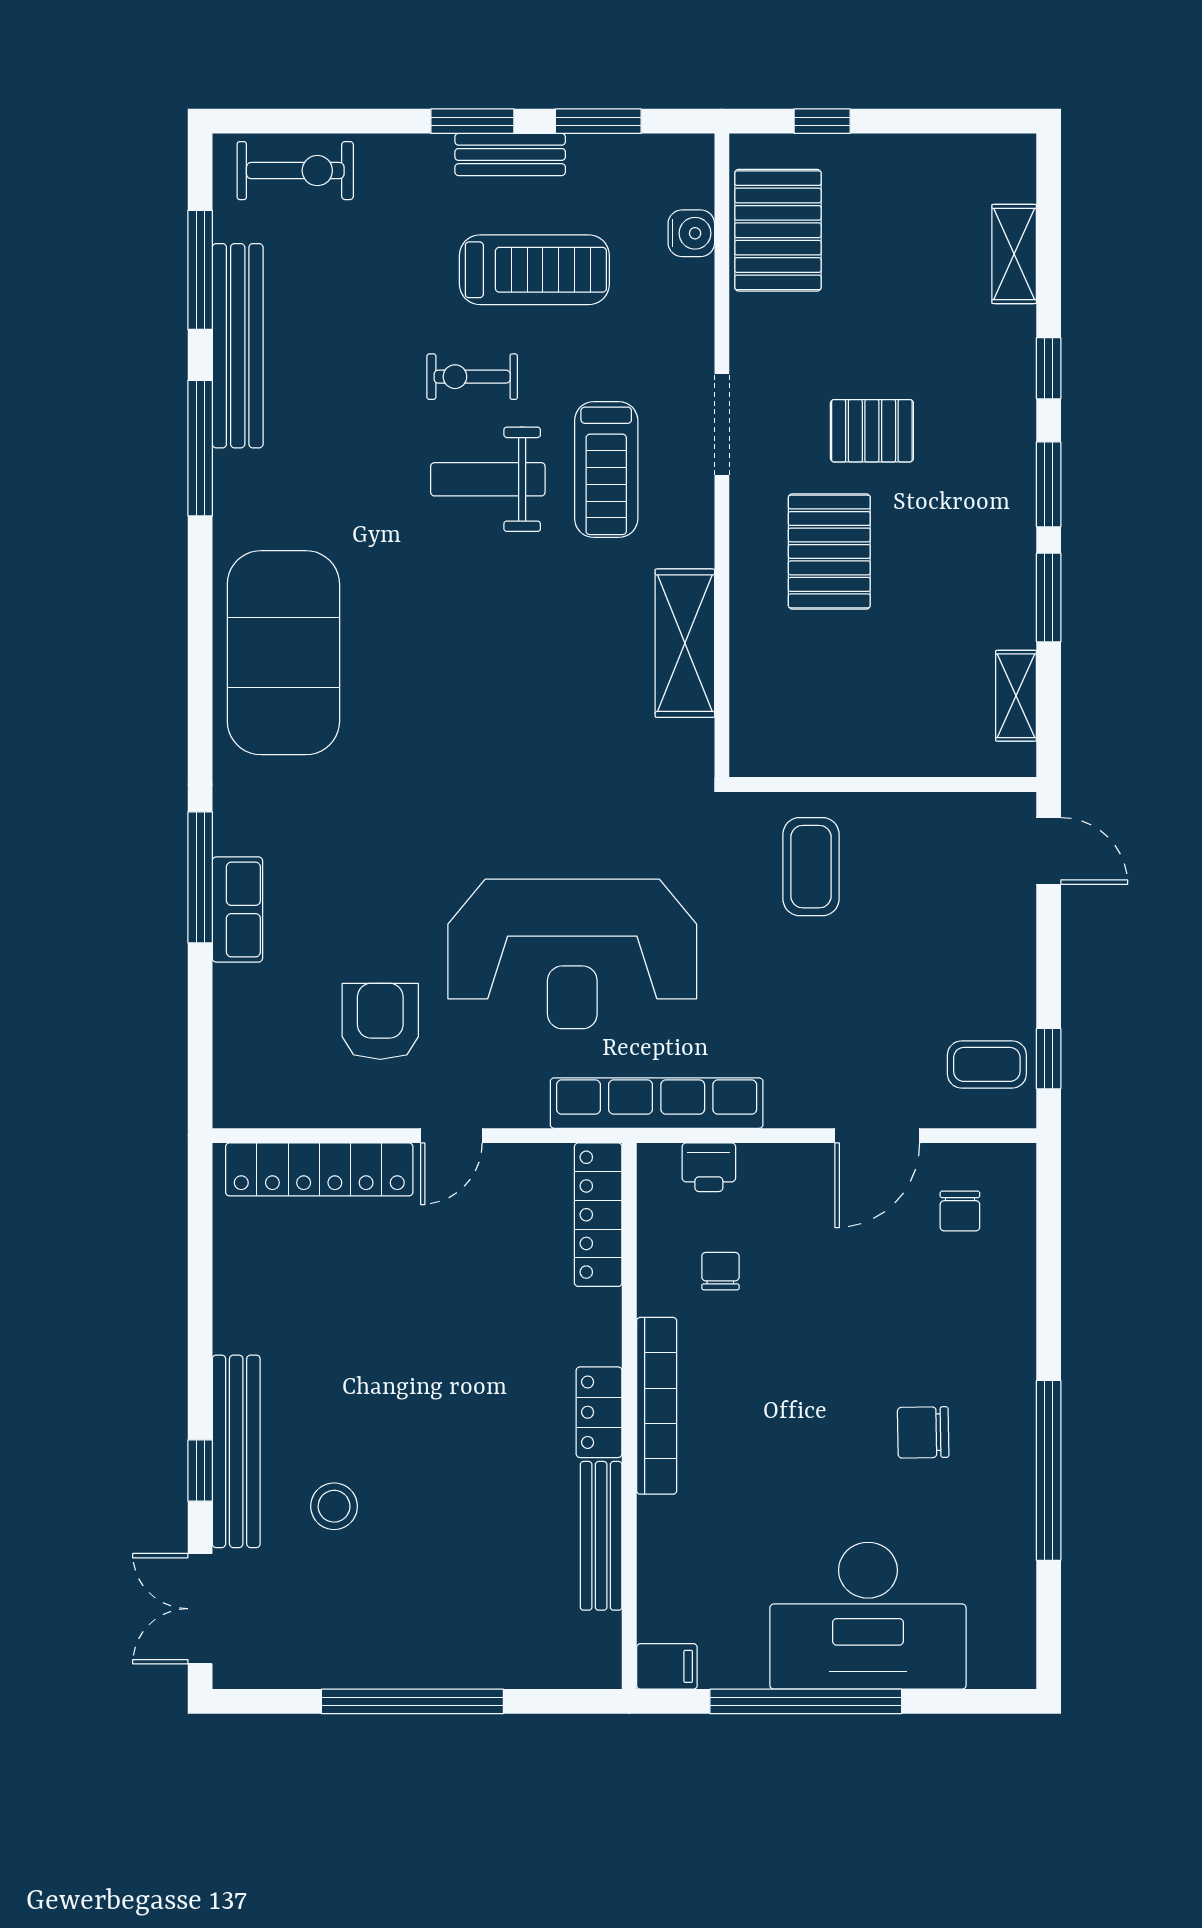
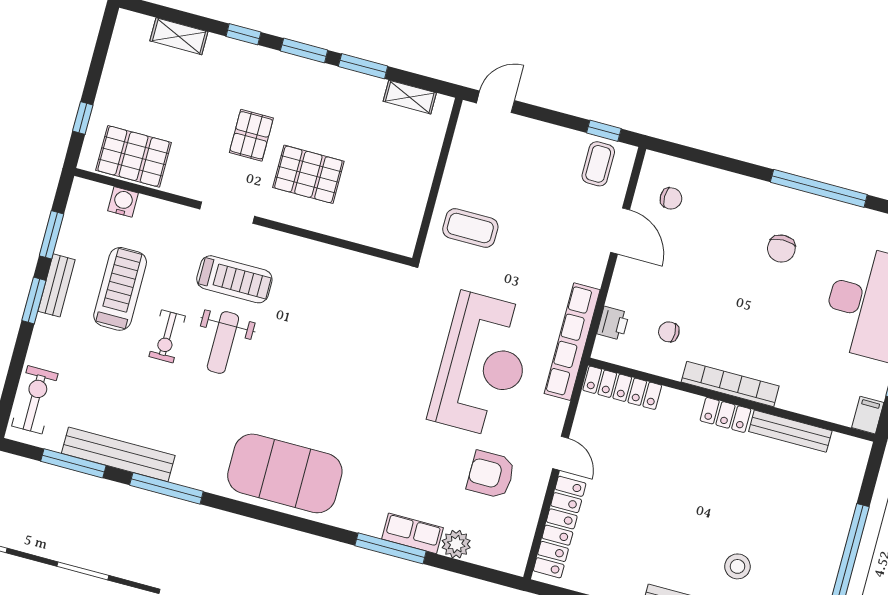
shelving: (685, 643) -> (336, 263), removed
plant: (239, 993) -> (456, 544), added

